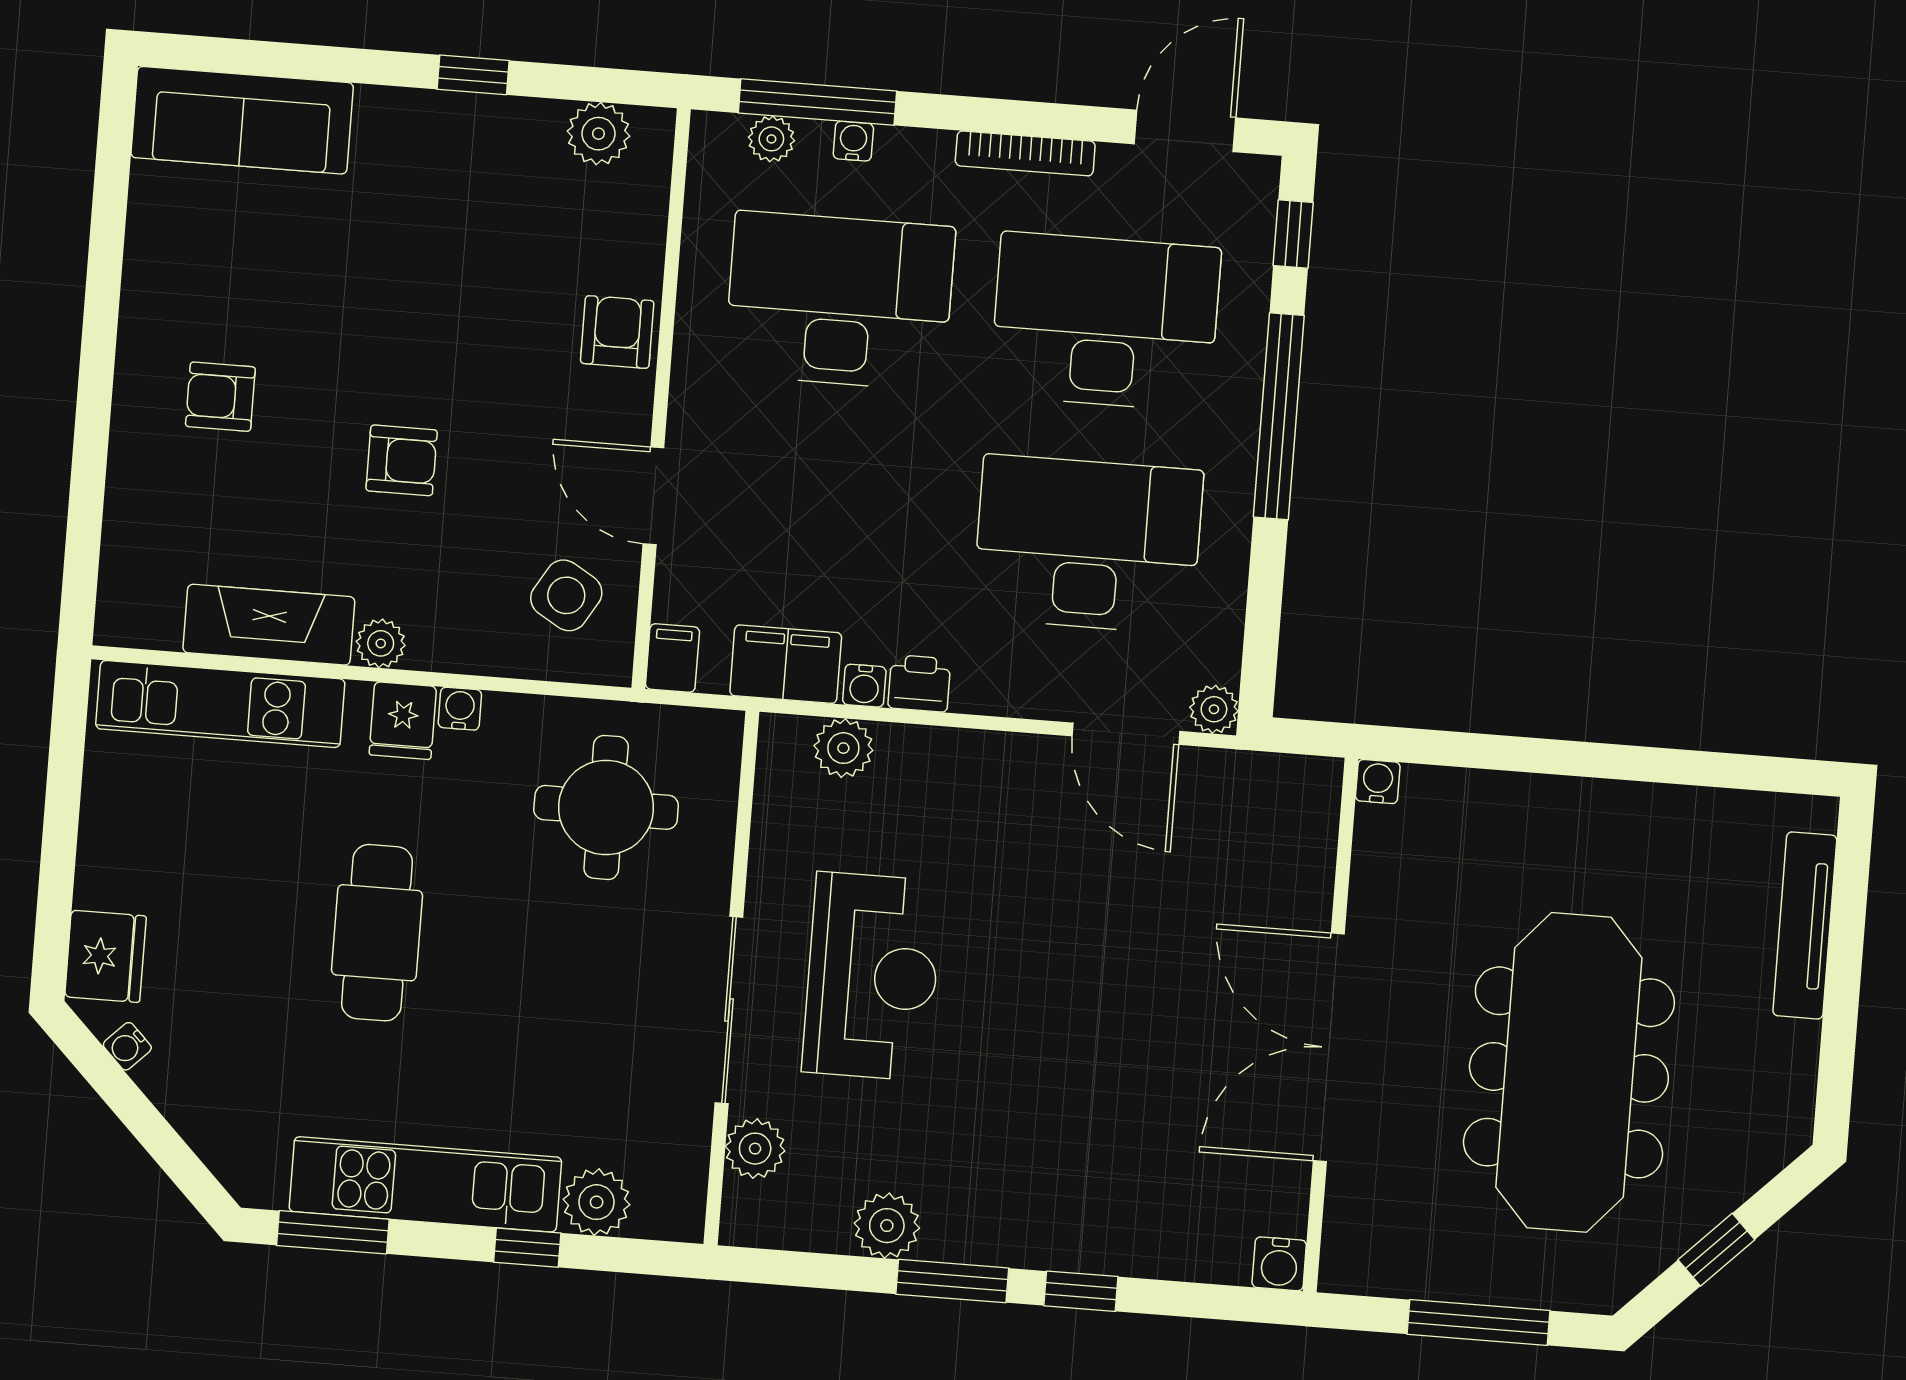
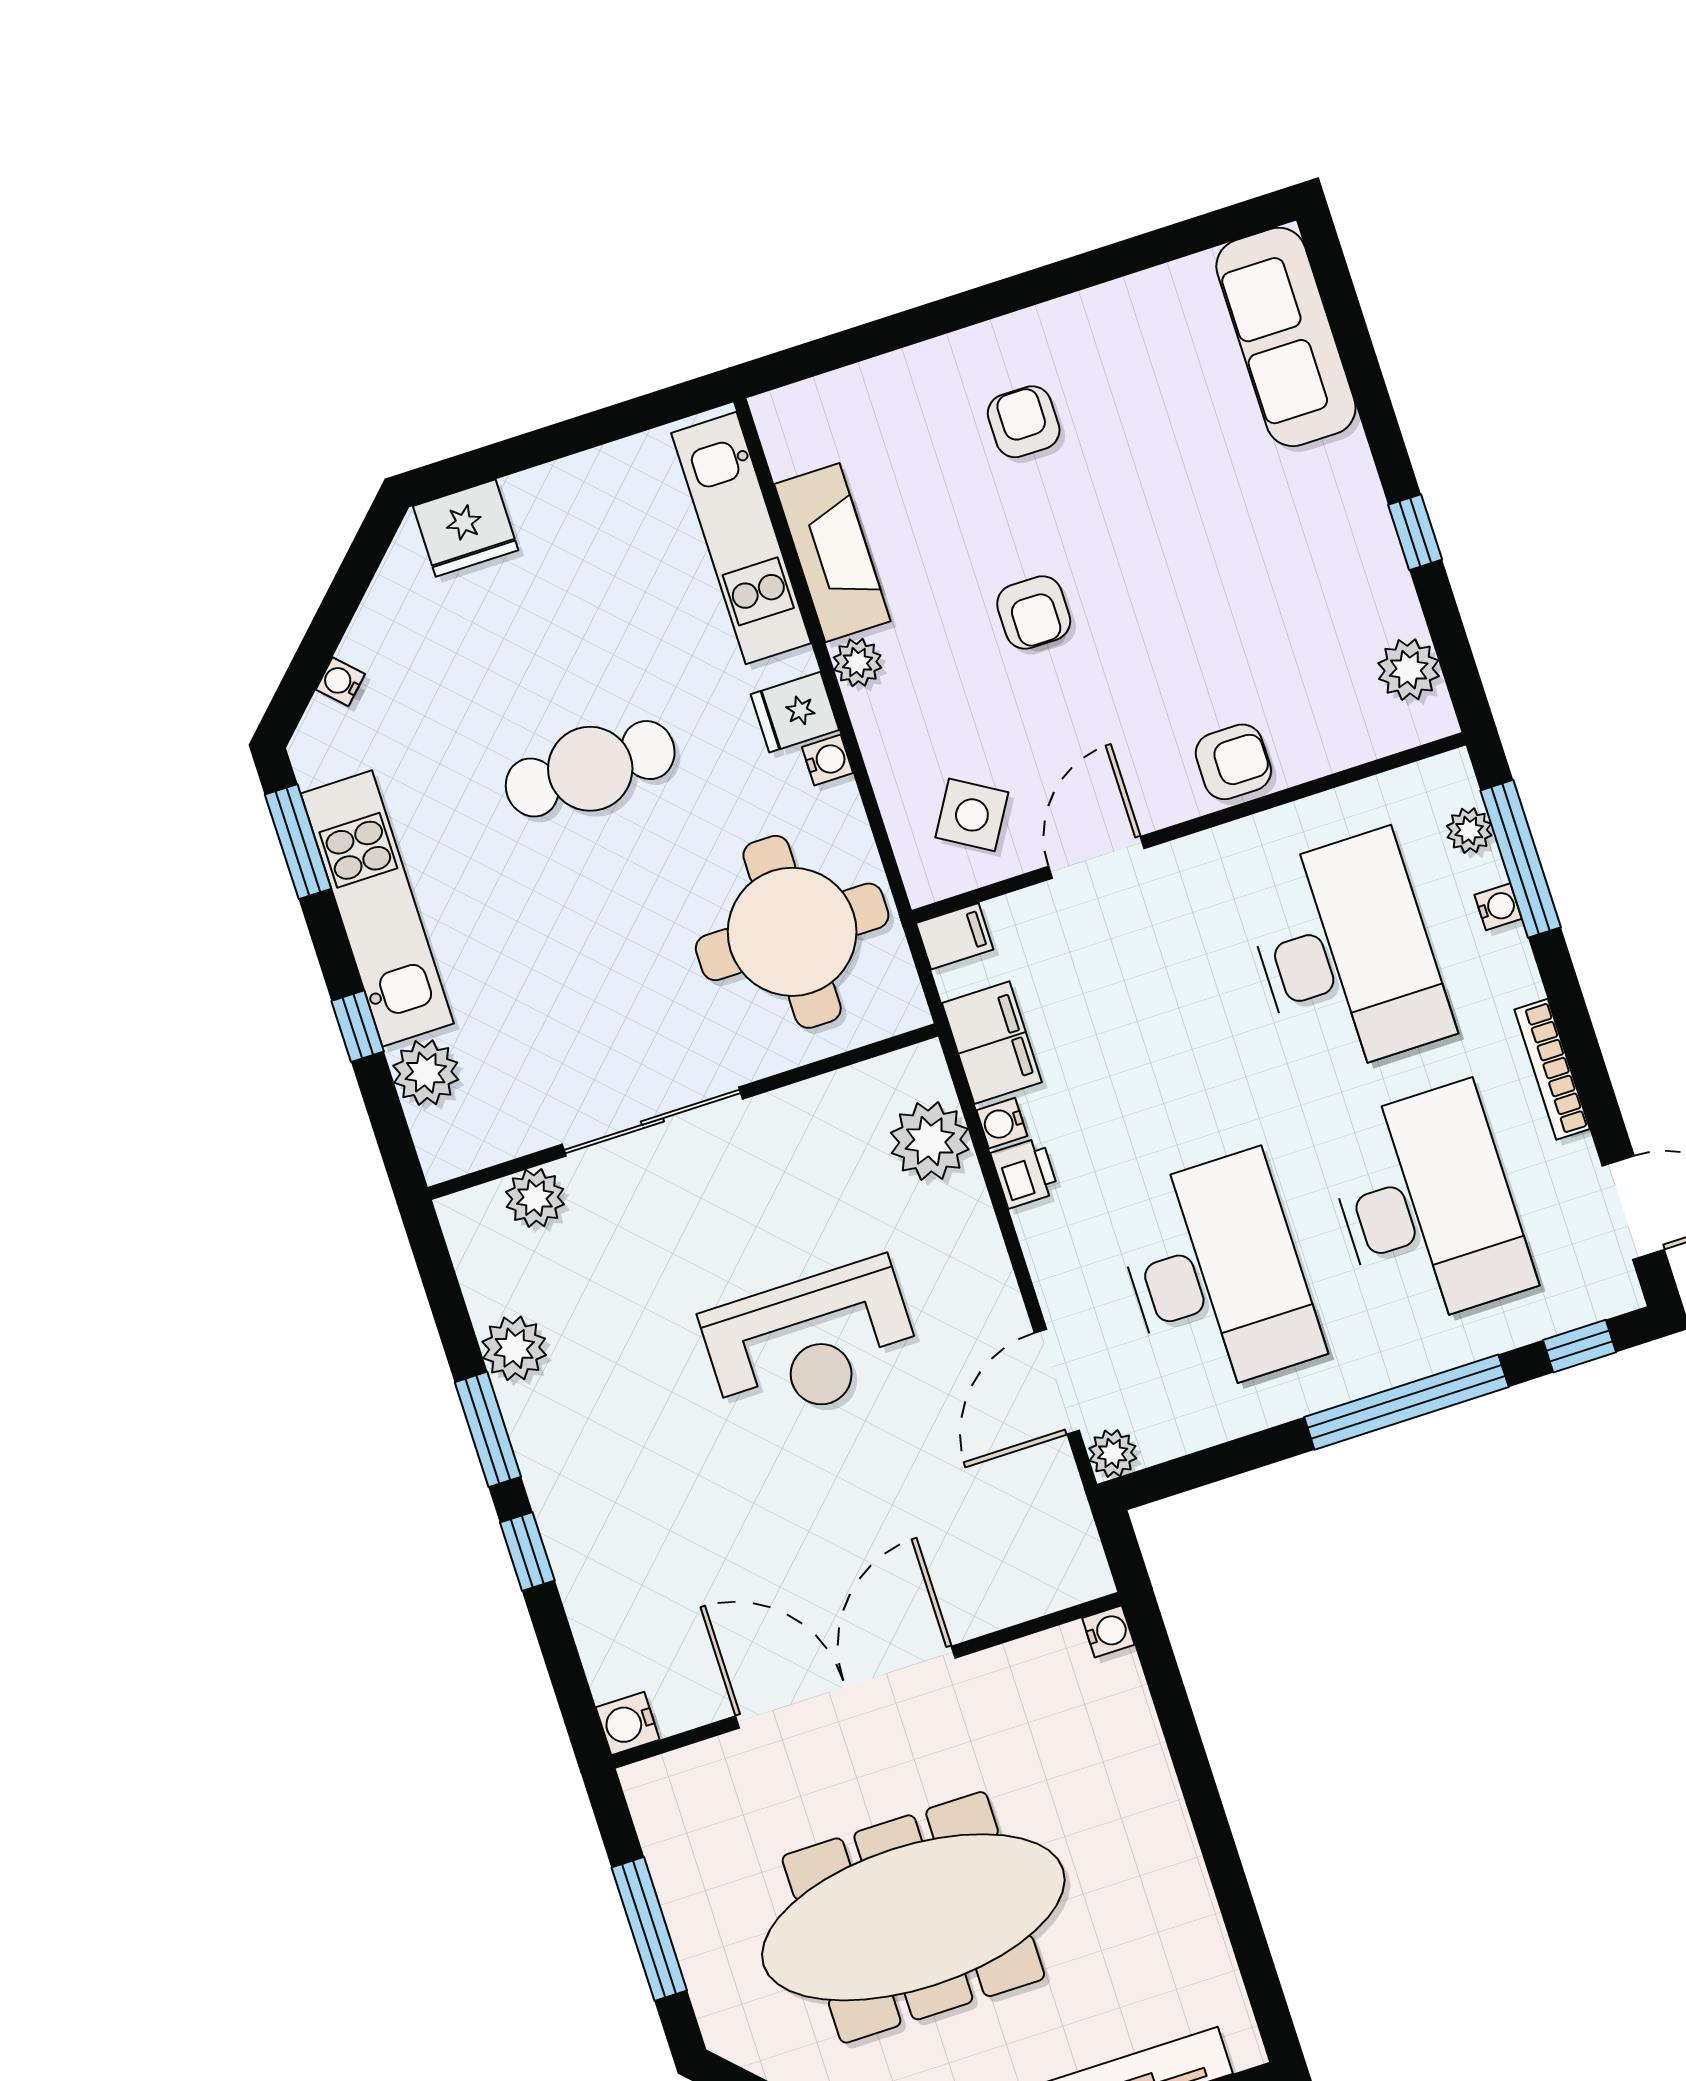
plant: (843, 748) -> (930, 1141), width x1.36, depth x1.36
round table: (606, 807) -> (792, 932), width x1.36, depth x1.36
reception desk: (872, 976) -> (811, 1343), moved
water cooler: (127, 1046) -> (340, 682), moved

